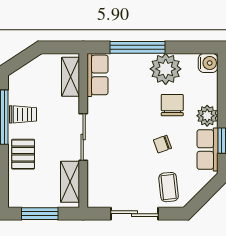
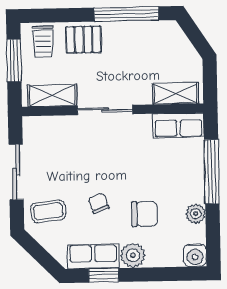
plant: (166, 69) -> (196, 214), width x0.53, depth x0.53
trolley: (23, 114) -> (43, 42), moved

